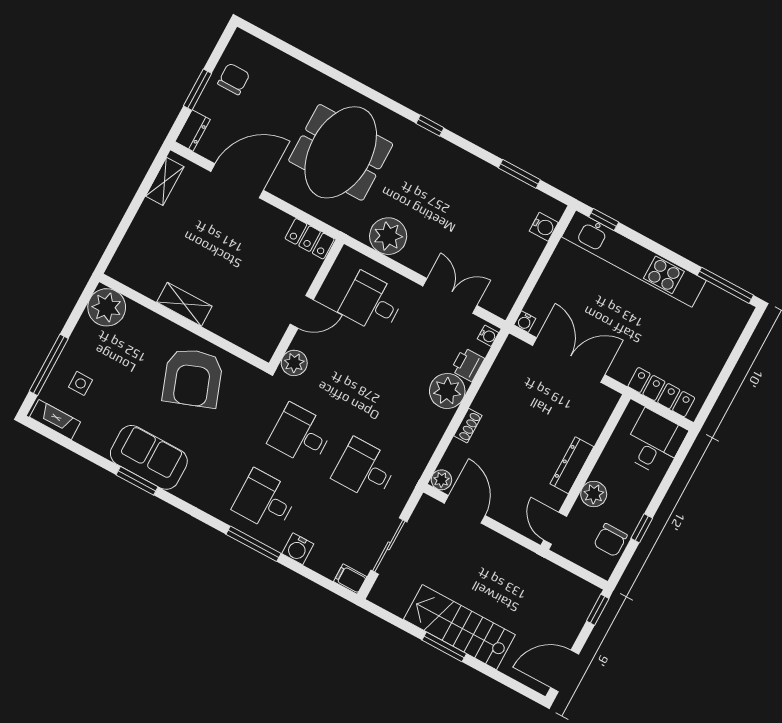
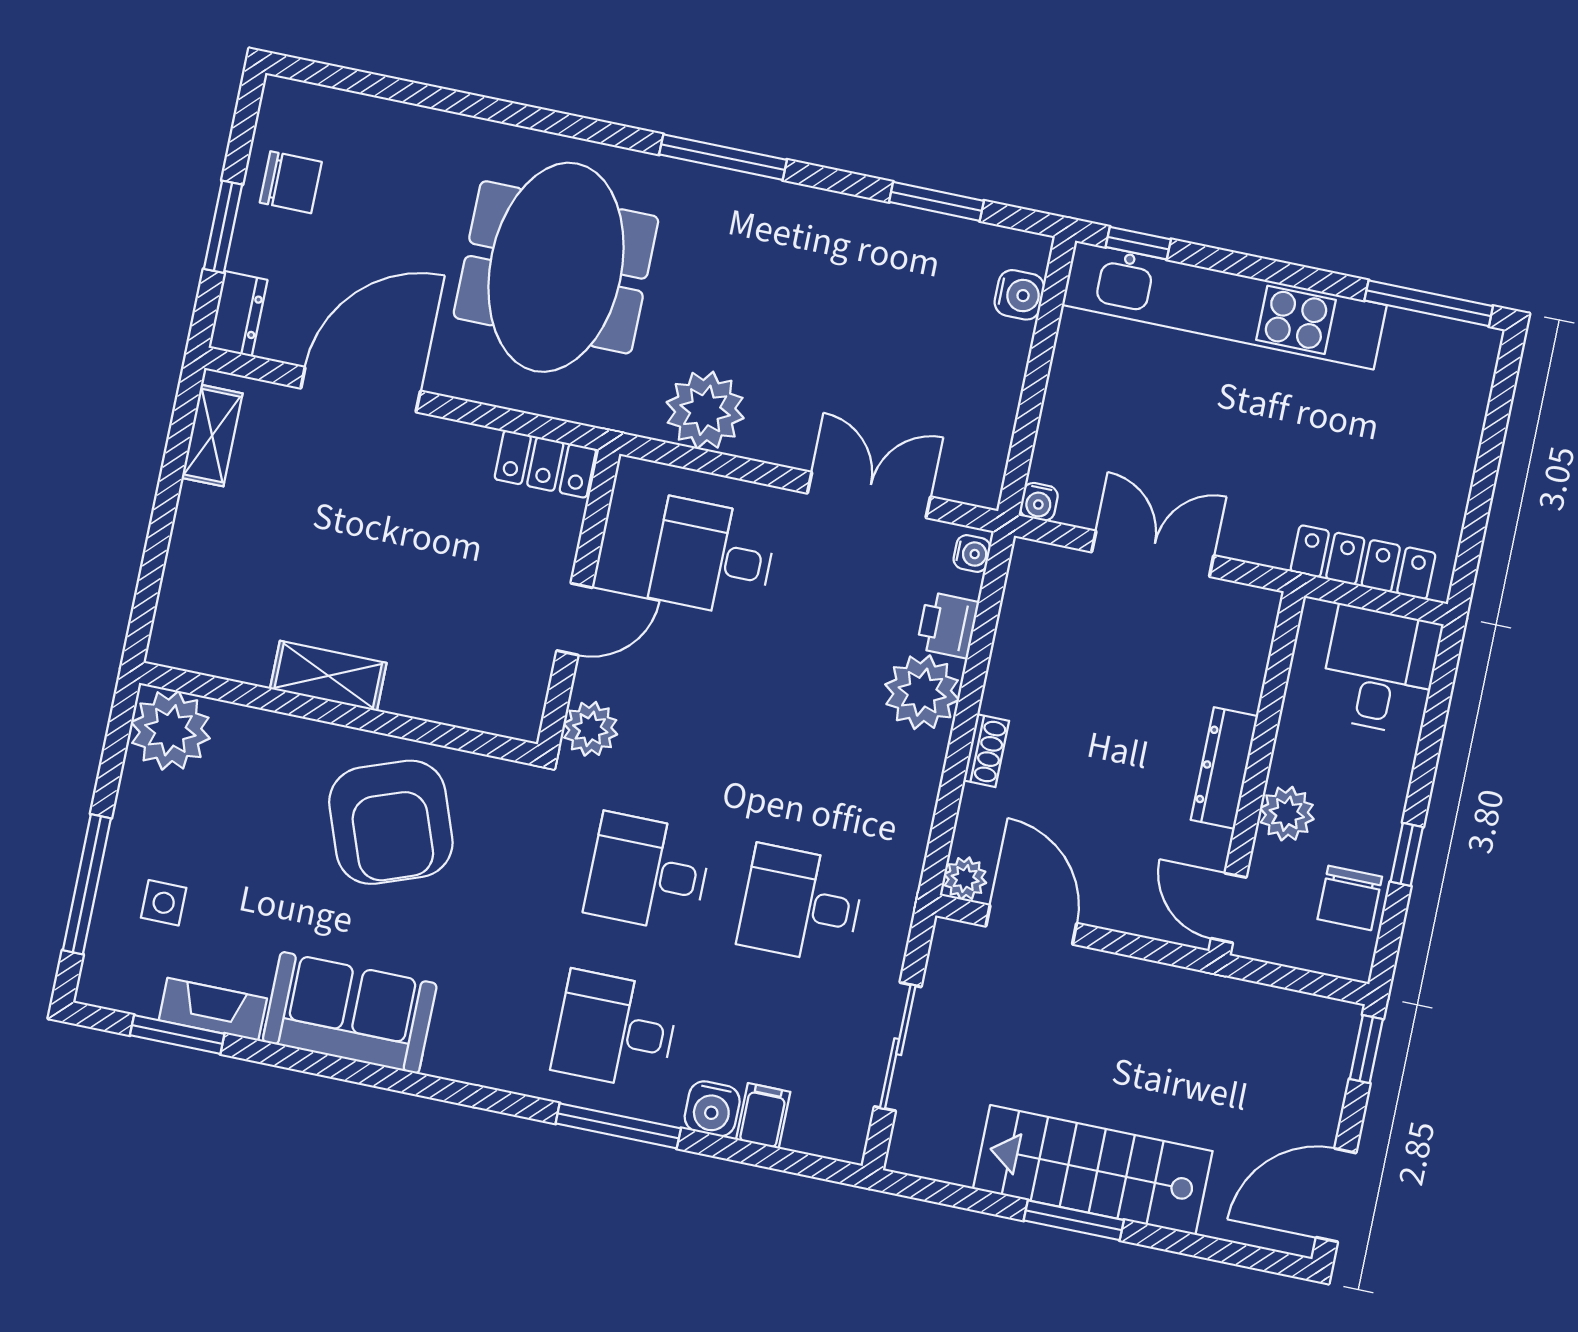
chair: (234, 79) -> (291, 182), turned 90
window: (430, 126) -> (723, 157), width x2.17
double door: (569, 360) -> (1153, 554), width x0.73
fireplace: (55, 420) -> (213, 1009), moved
window: (137, 481) -> (177, 1035), moved
filing cabinet: (350, 579) -> (763, 1116), moved, turned 90

